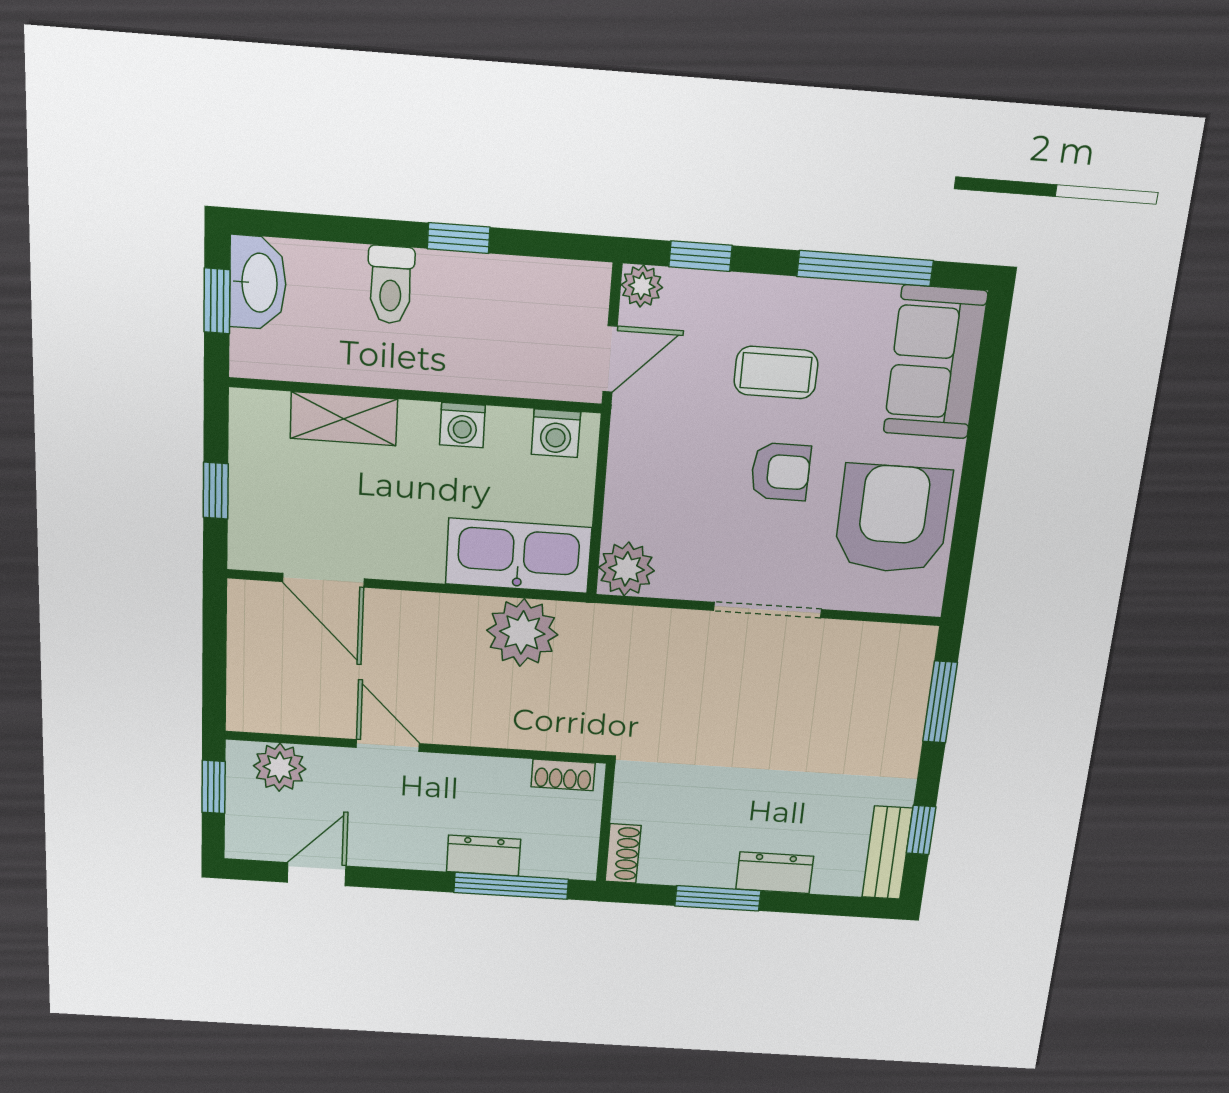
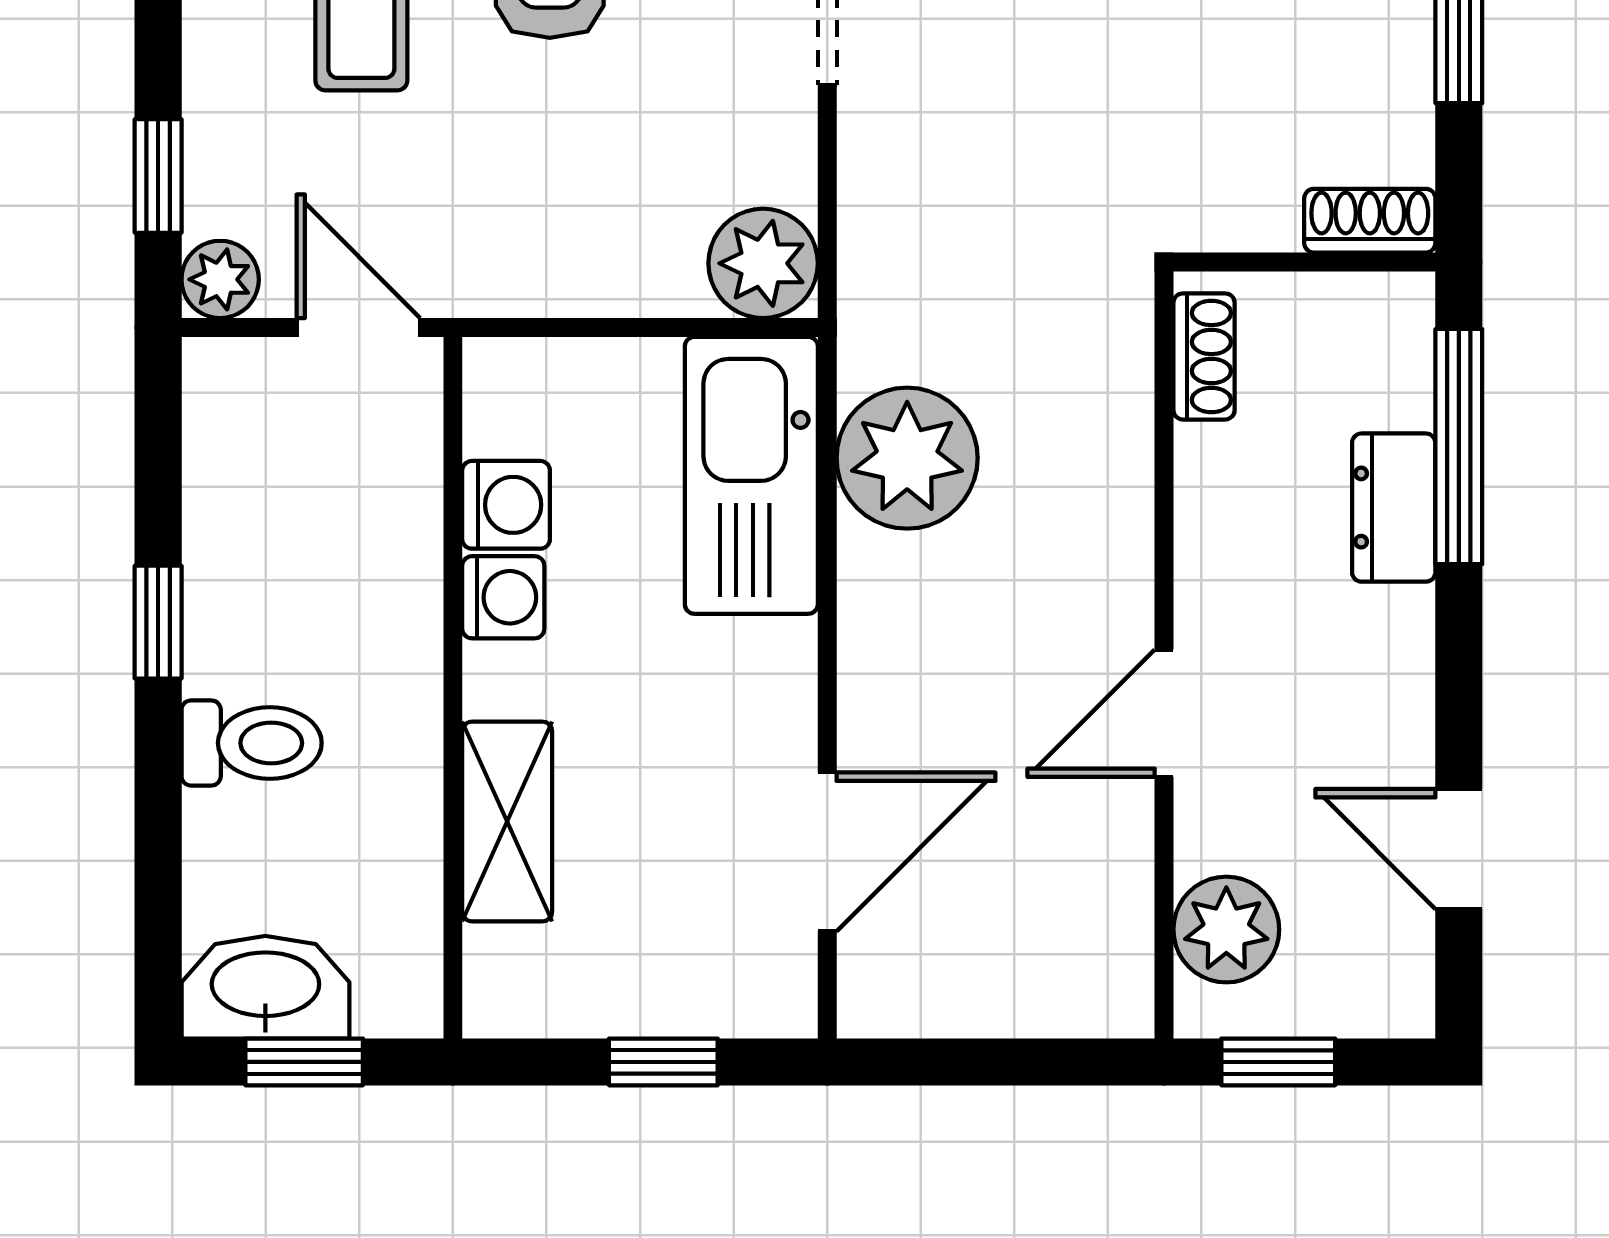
washing machine: (556, 433) -> (506, 505), moved

